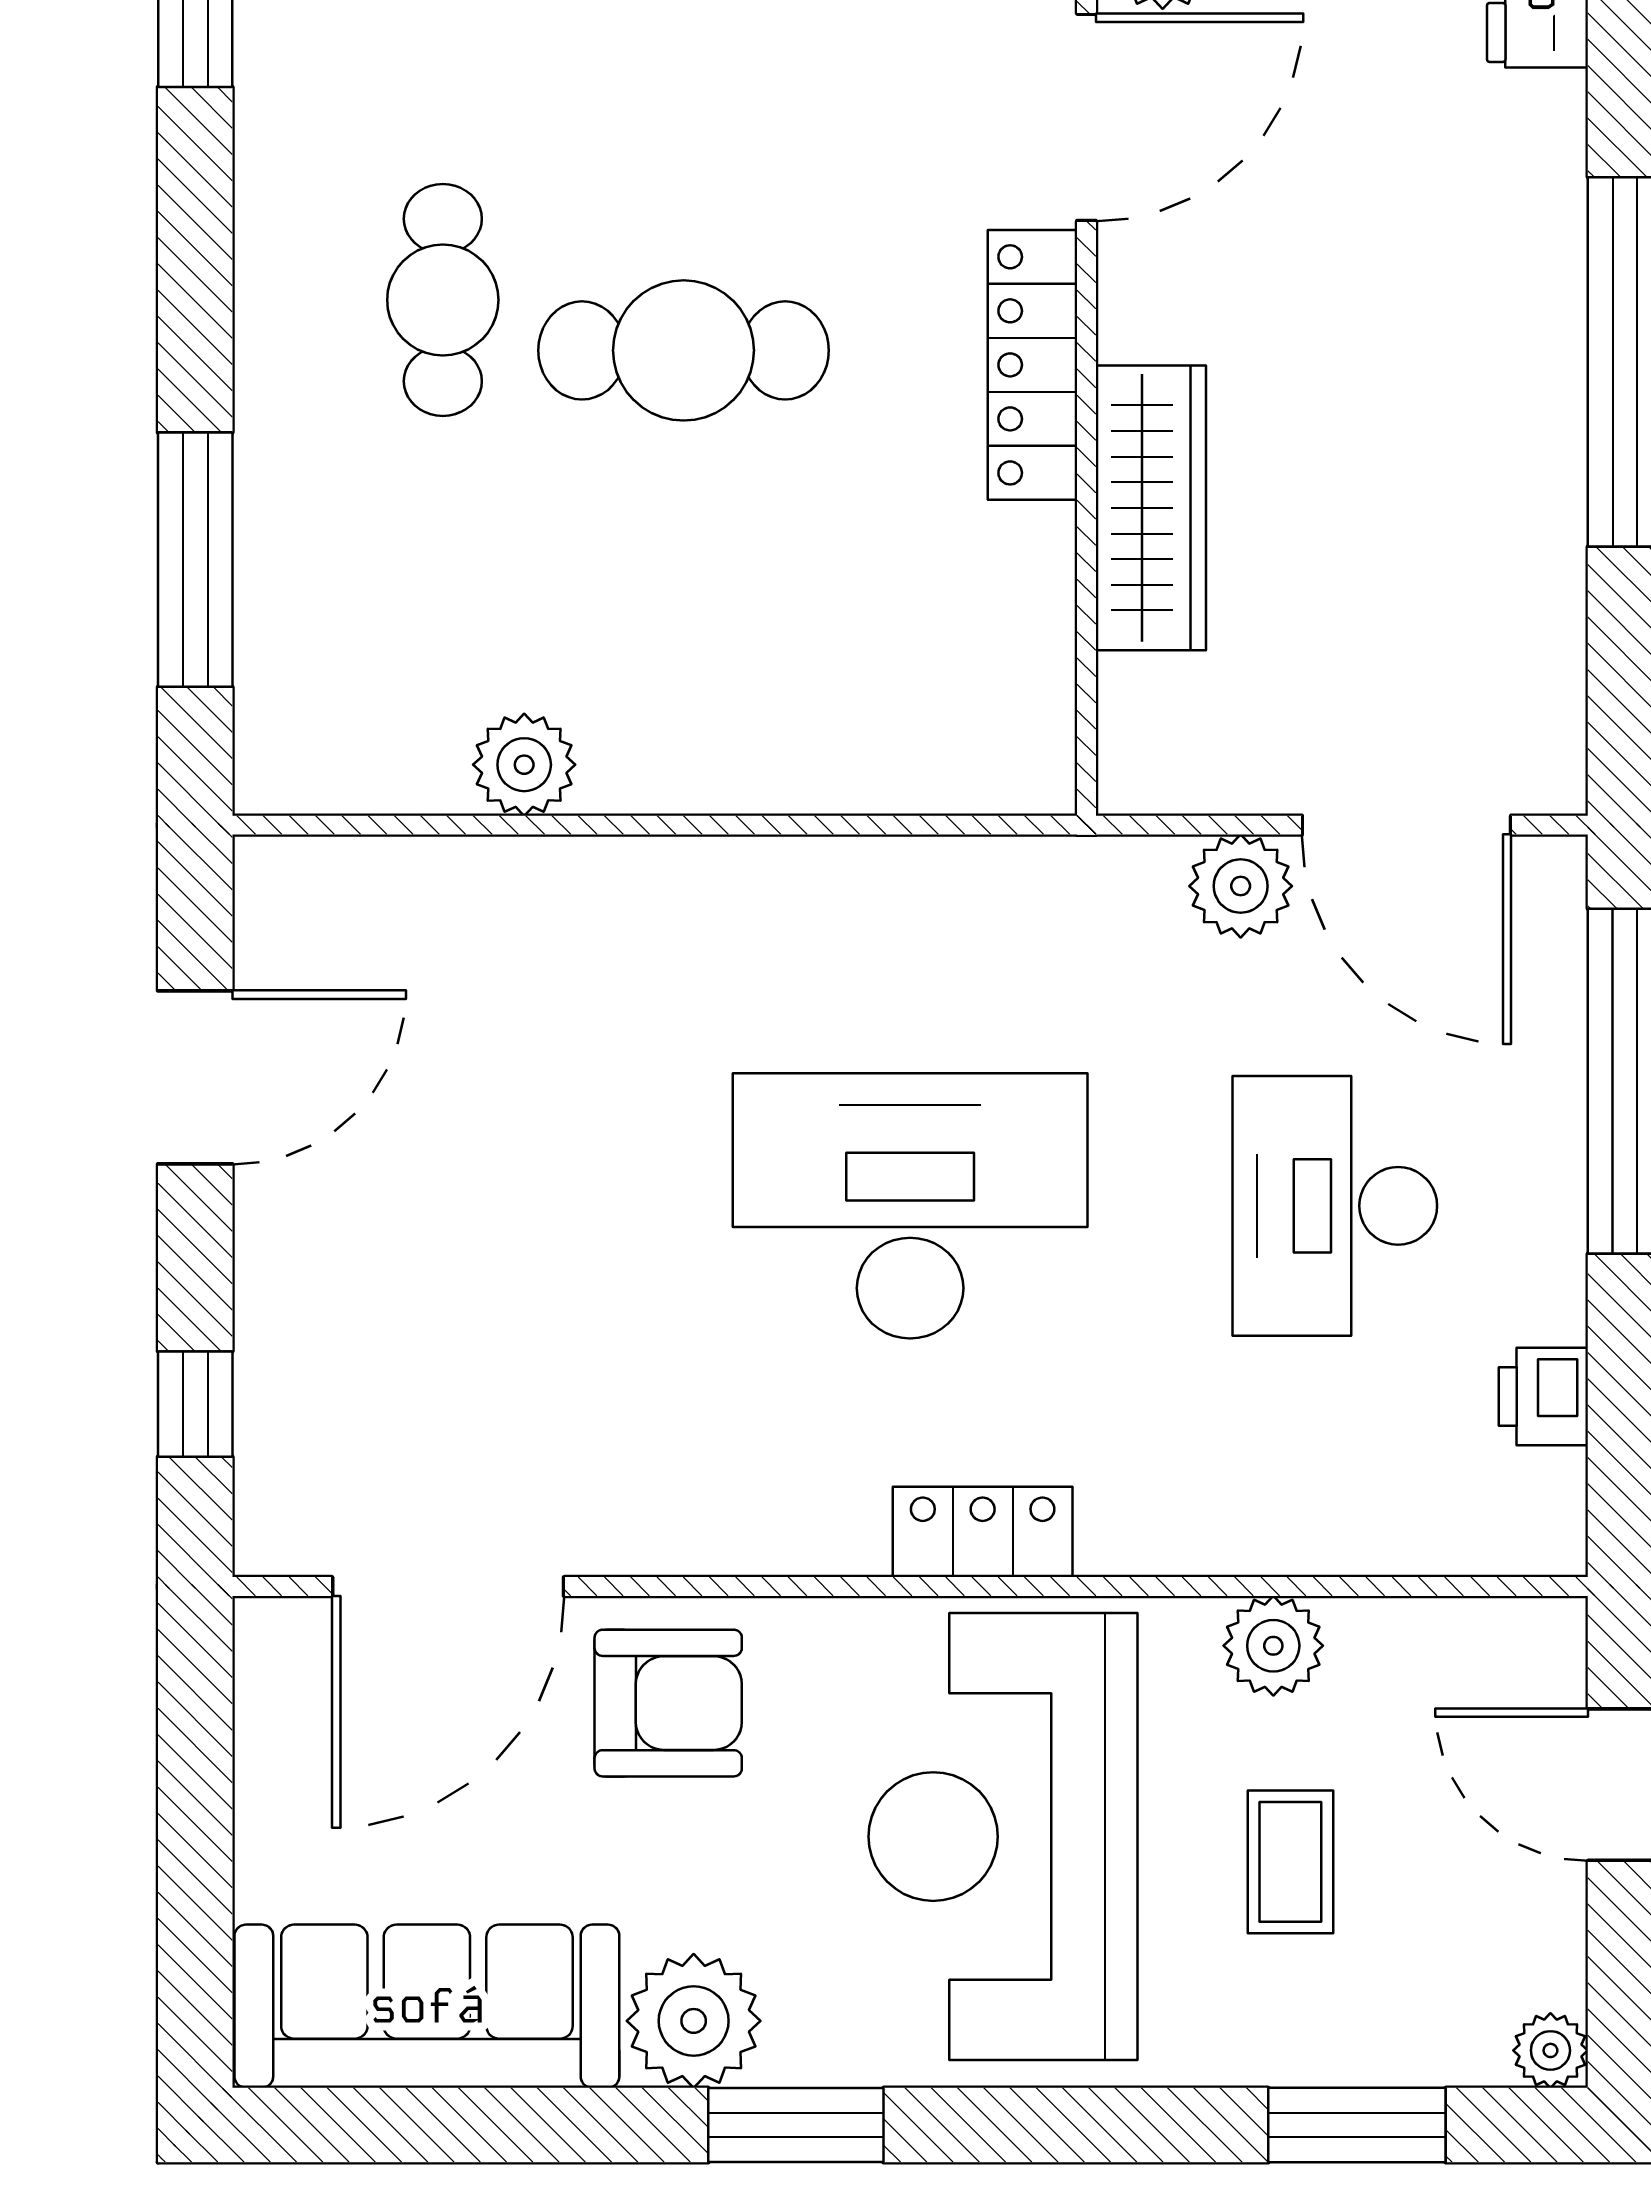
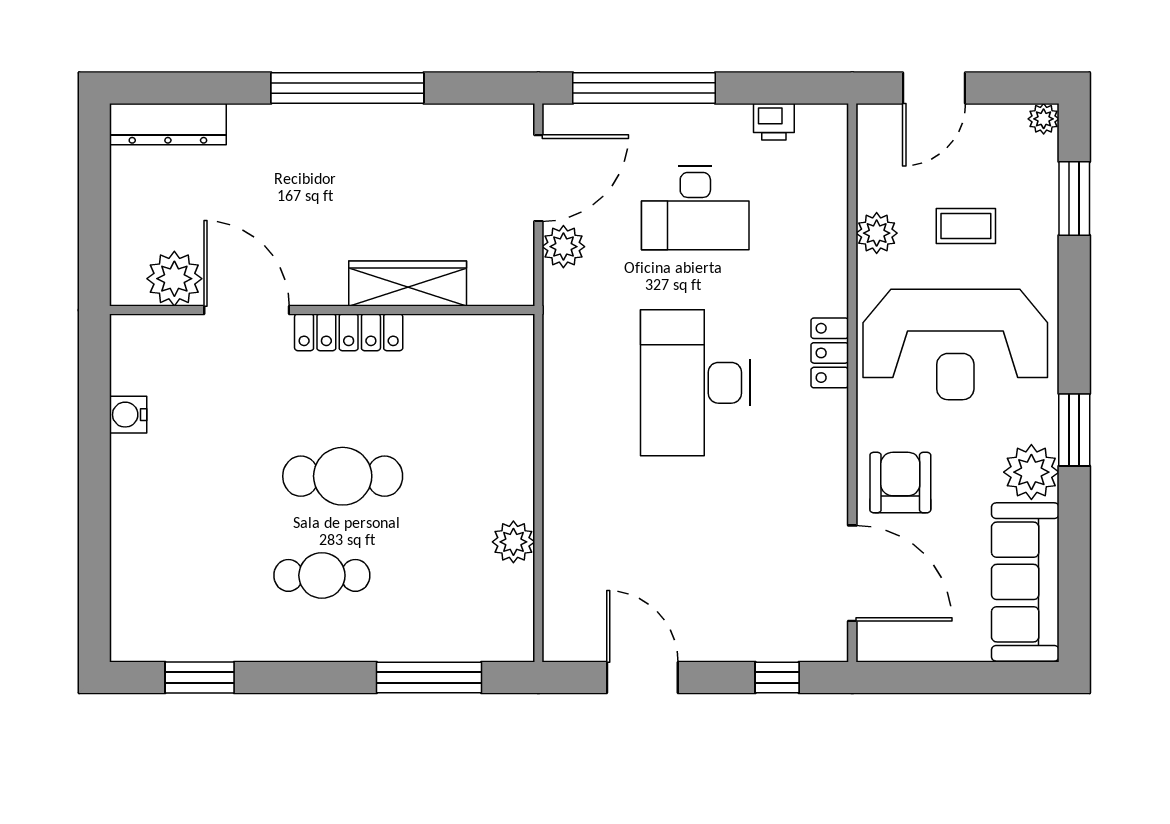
cafe table: (684, 350) -> (343, 476), turned 90

